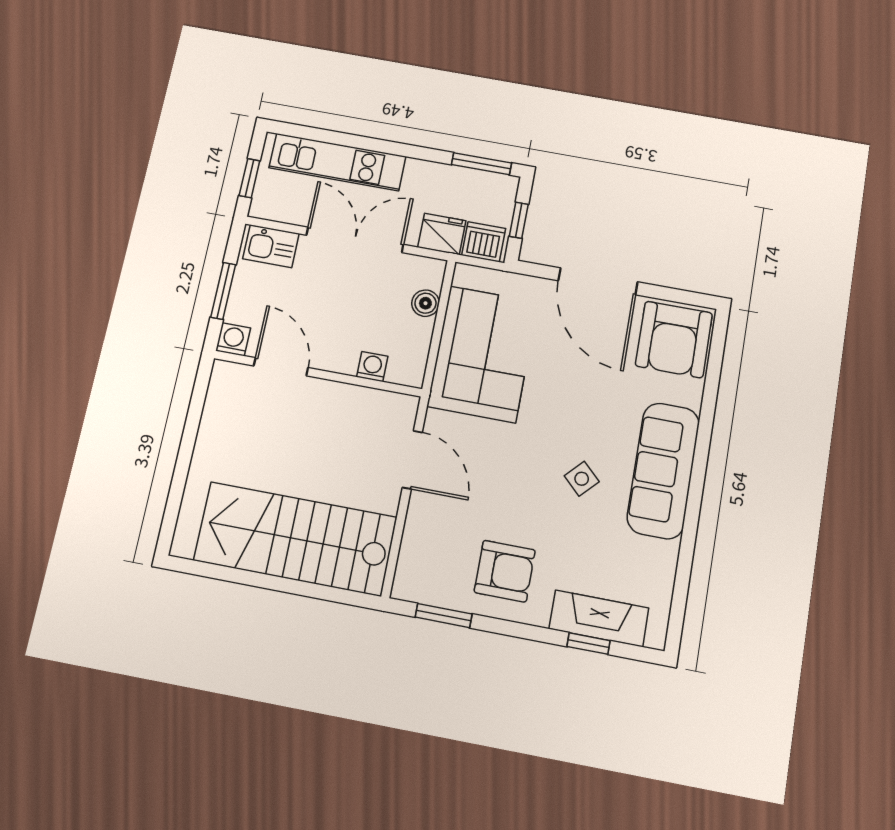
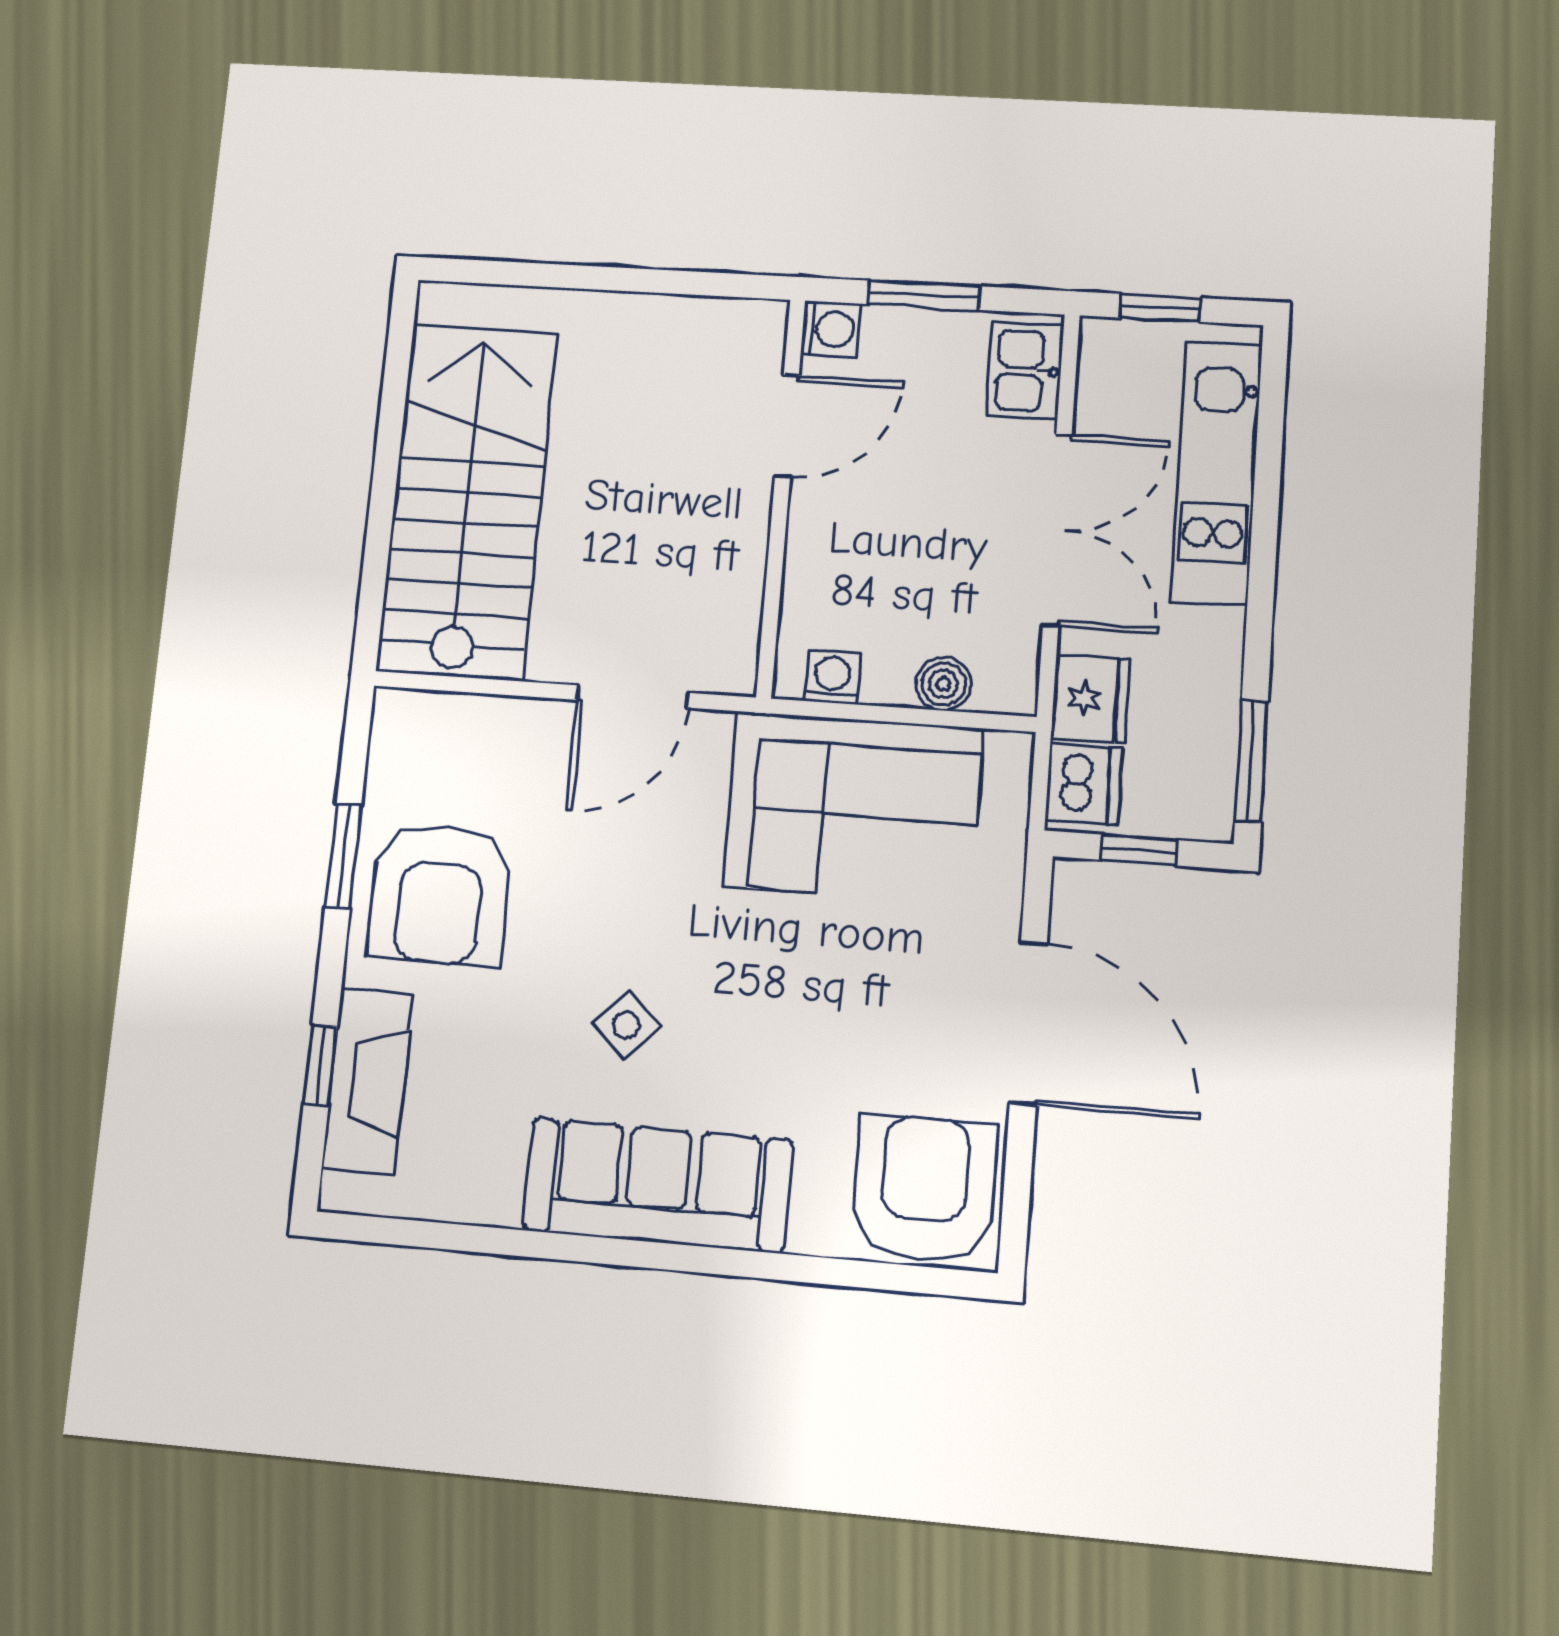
door: (598, 281) -> (1028, 1023), swing flipped
armchair: (674, 339) -> (924, 1189), turned 90
washing machine: (372, 366) -> (833, 677), moved, turned -90
armchair: (505, 571) -> (440, 894), width x1.36, depth x1.36
window: (444, 616) -> (343, 856), moved

